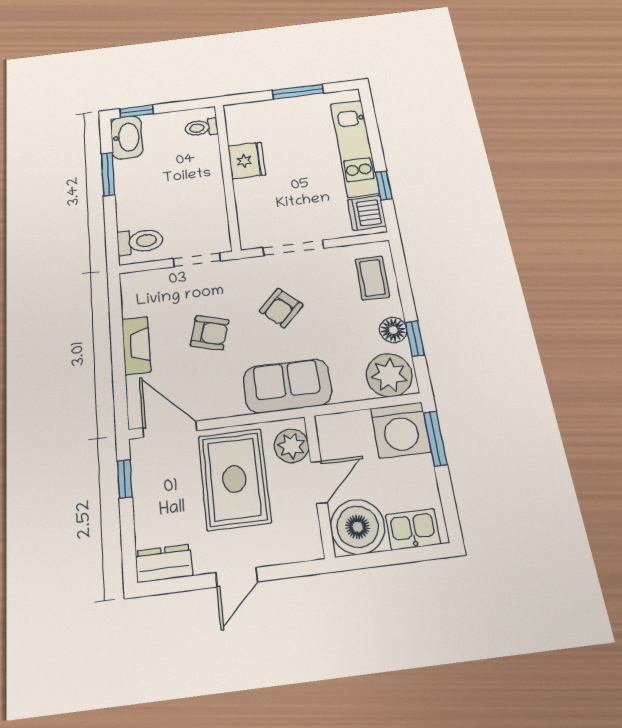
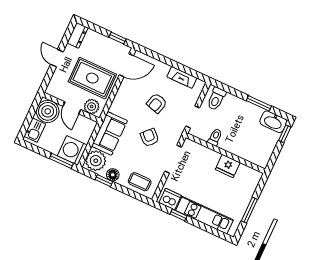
toilet: (201, 128) -> (215, 137), moved
fireplace: (136, 345) -> (182, 77), moved
sofa: (287, 386) -> (109, 133), moved

